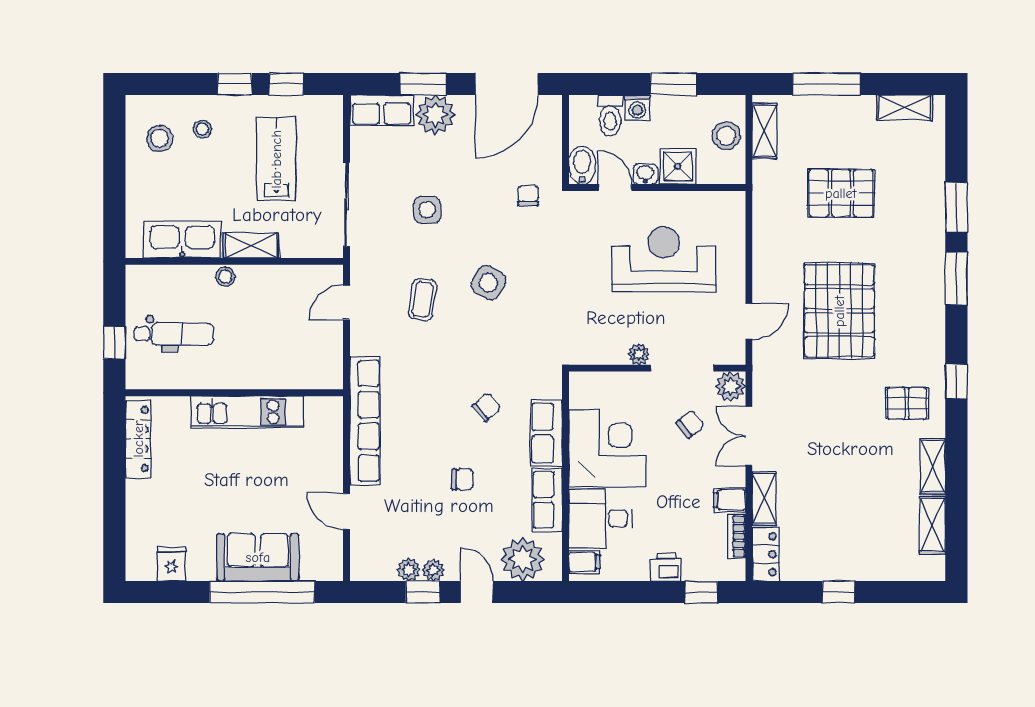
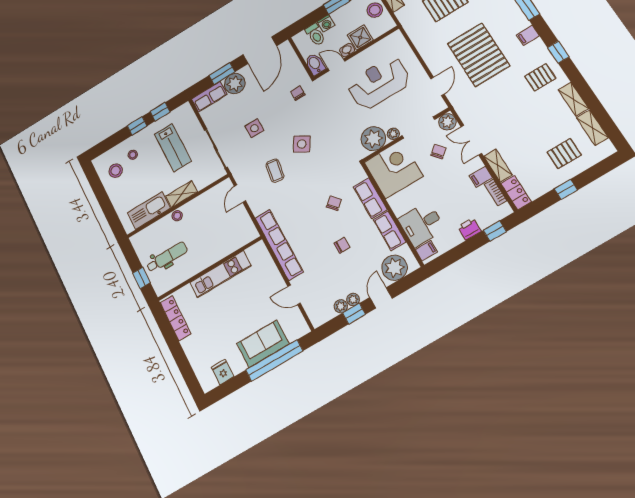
lab bench: (276, 159) -> (173, 148), turned 180
filing cabinet: (929, 327) -> (528, 35), added
plant: (604, 343) -> (373, 139), added
corner desk: (607, 448) -> (394, 169), moved
pallet: (869, 539) -> (564, 154), added
door: (477, 592) -> (381, 298), hinge flipped

